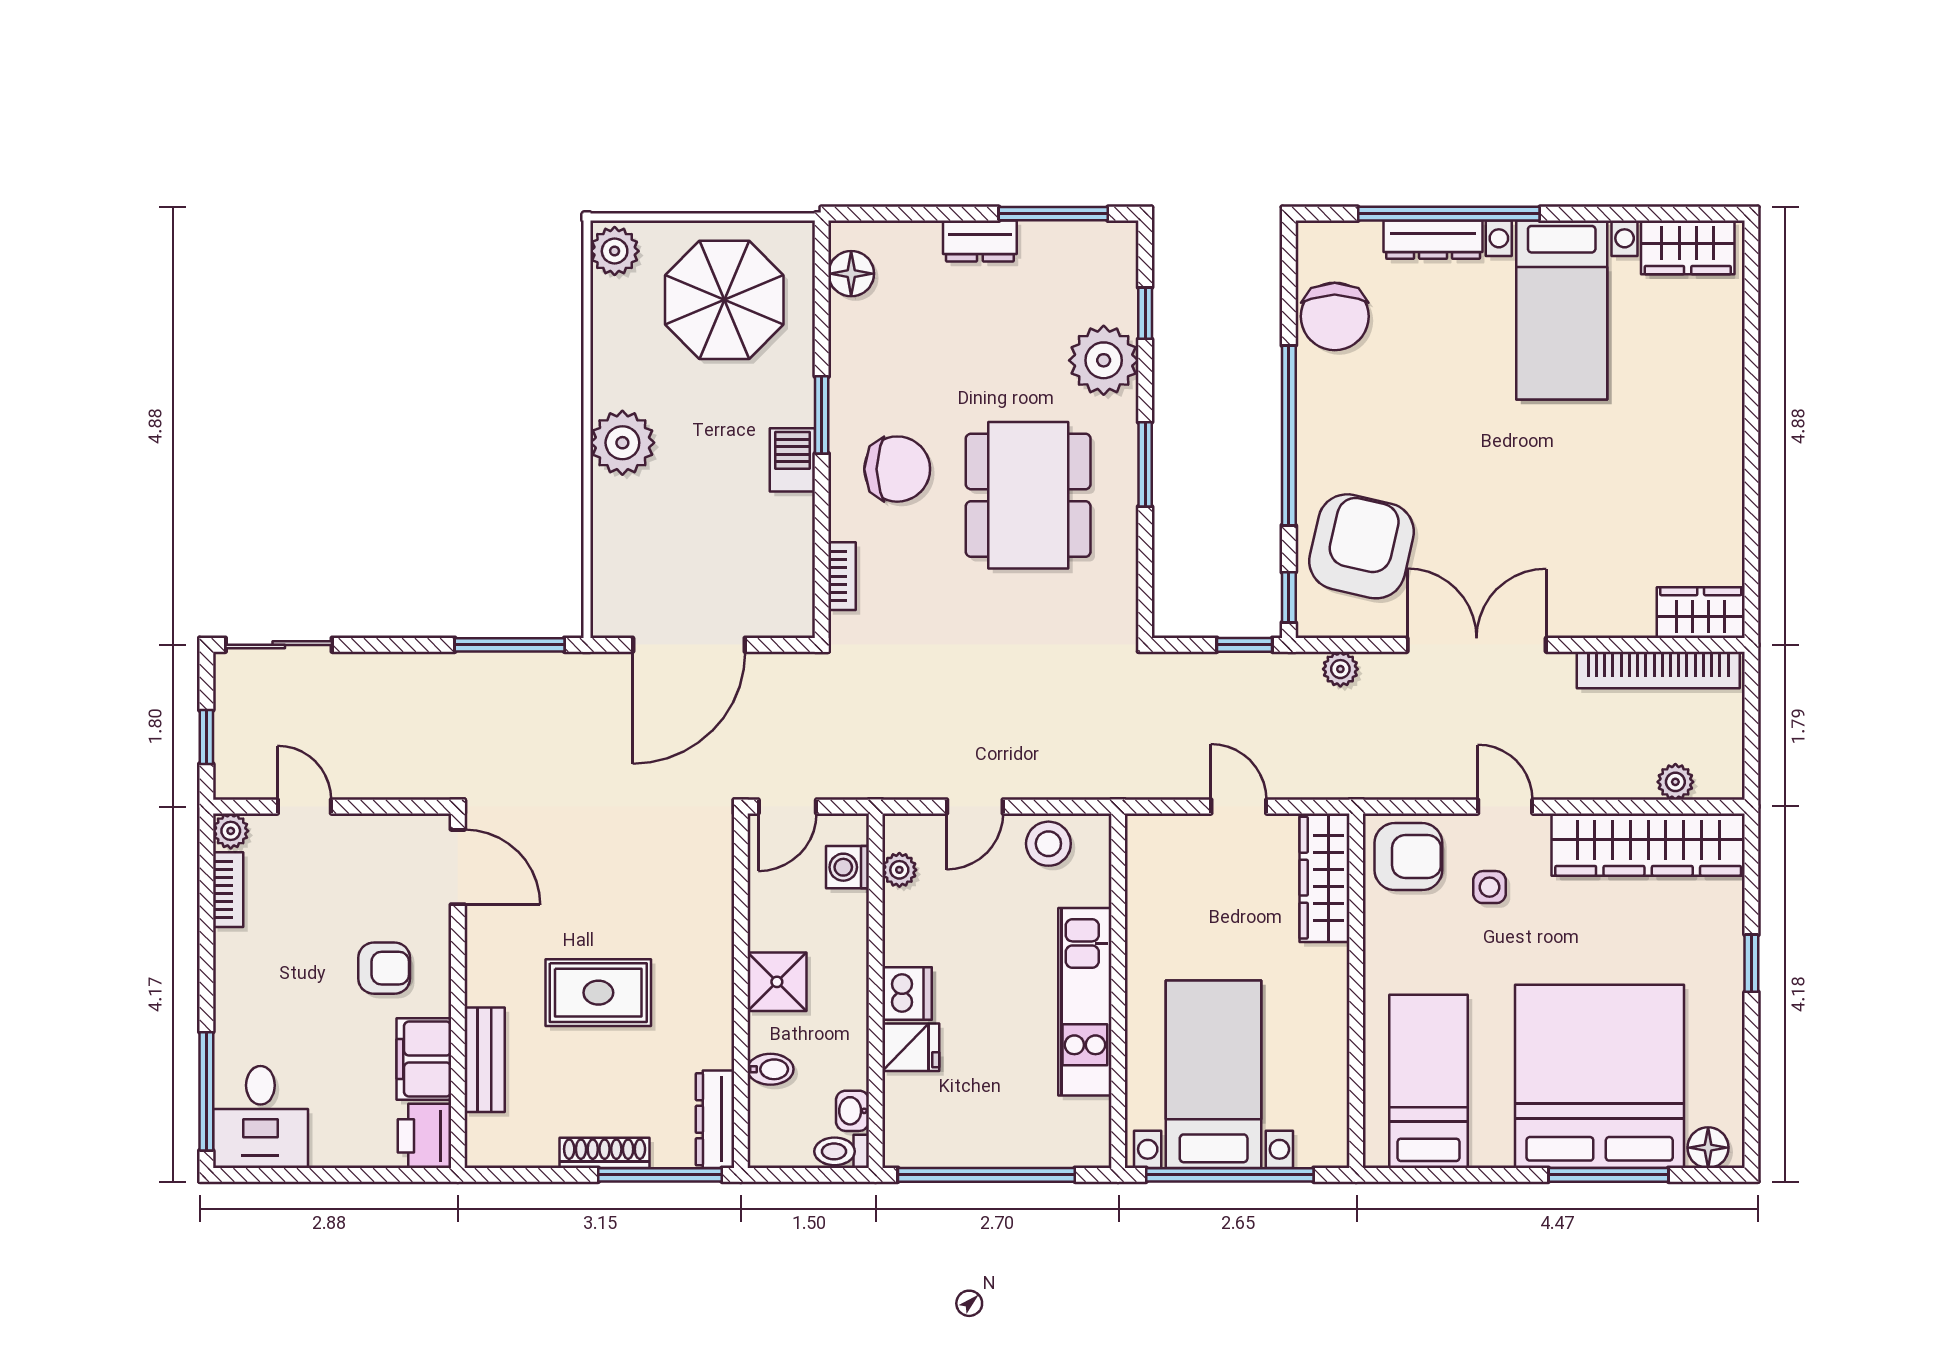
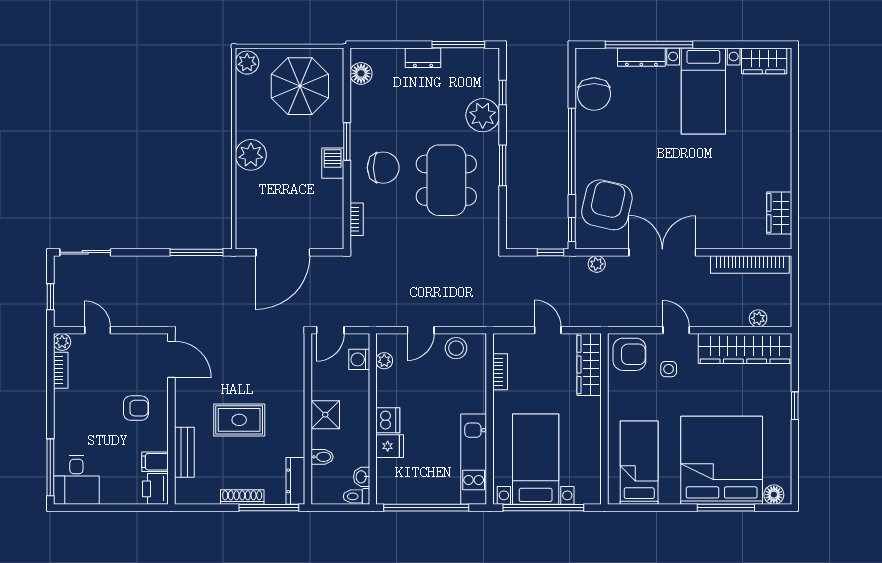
wardrobe: (1701, 613) -> (779, 213), moved, turned -90
bookcase: (1140, 893) -> (500, 372), added
kitchen unit: (1085, 1002) -> (474, 459), moved
filing cabinet: (424, 1059) -> (155, 462), width x0.50

